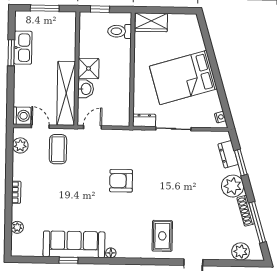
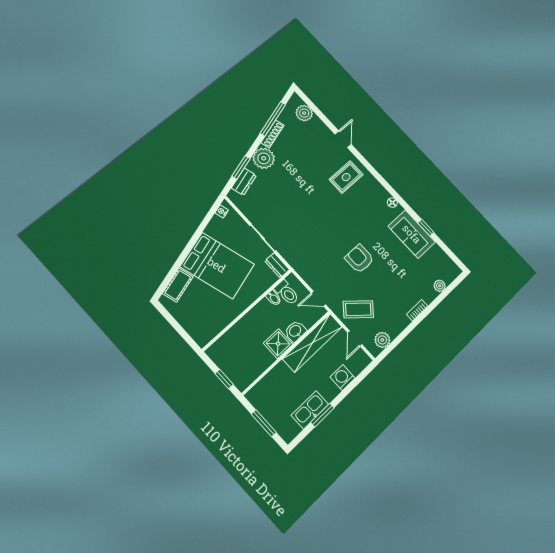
wardrobe: (151, 22) -> (197, 329), removed
toilet: (120, 31) -> (287, 293), moved
cot: (195, 37) -> (178, 285), added
bidet: (123, 96) -> (274, 298), added
washing machine: (22, 116) -> (343, 378), moved
coffee table: (58, 149) -> (358, 309), turned 41
armchair: (121, 181) -> (359, 259), moved, turned 180
sofa: (74, 244) -> (412, 234), width x0.73

